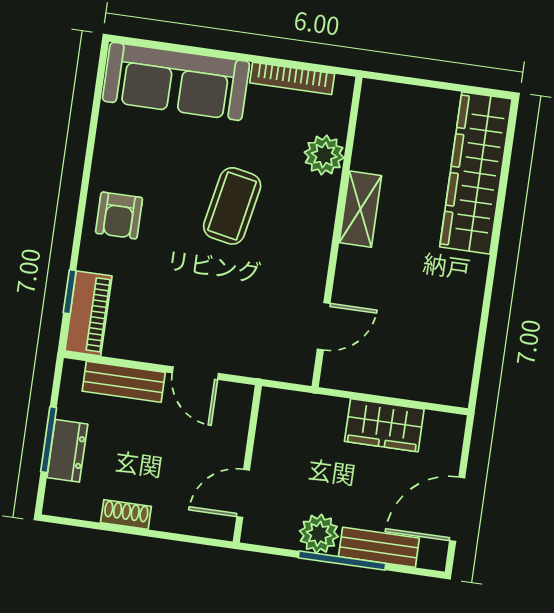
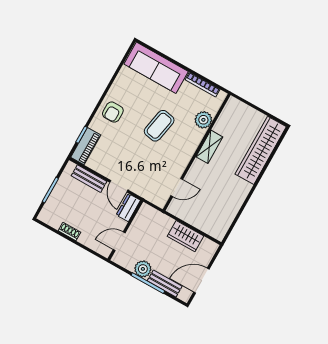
dresser: (67, 451) -> (128, 208), moved, turned 180

